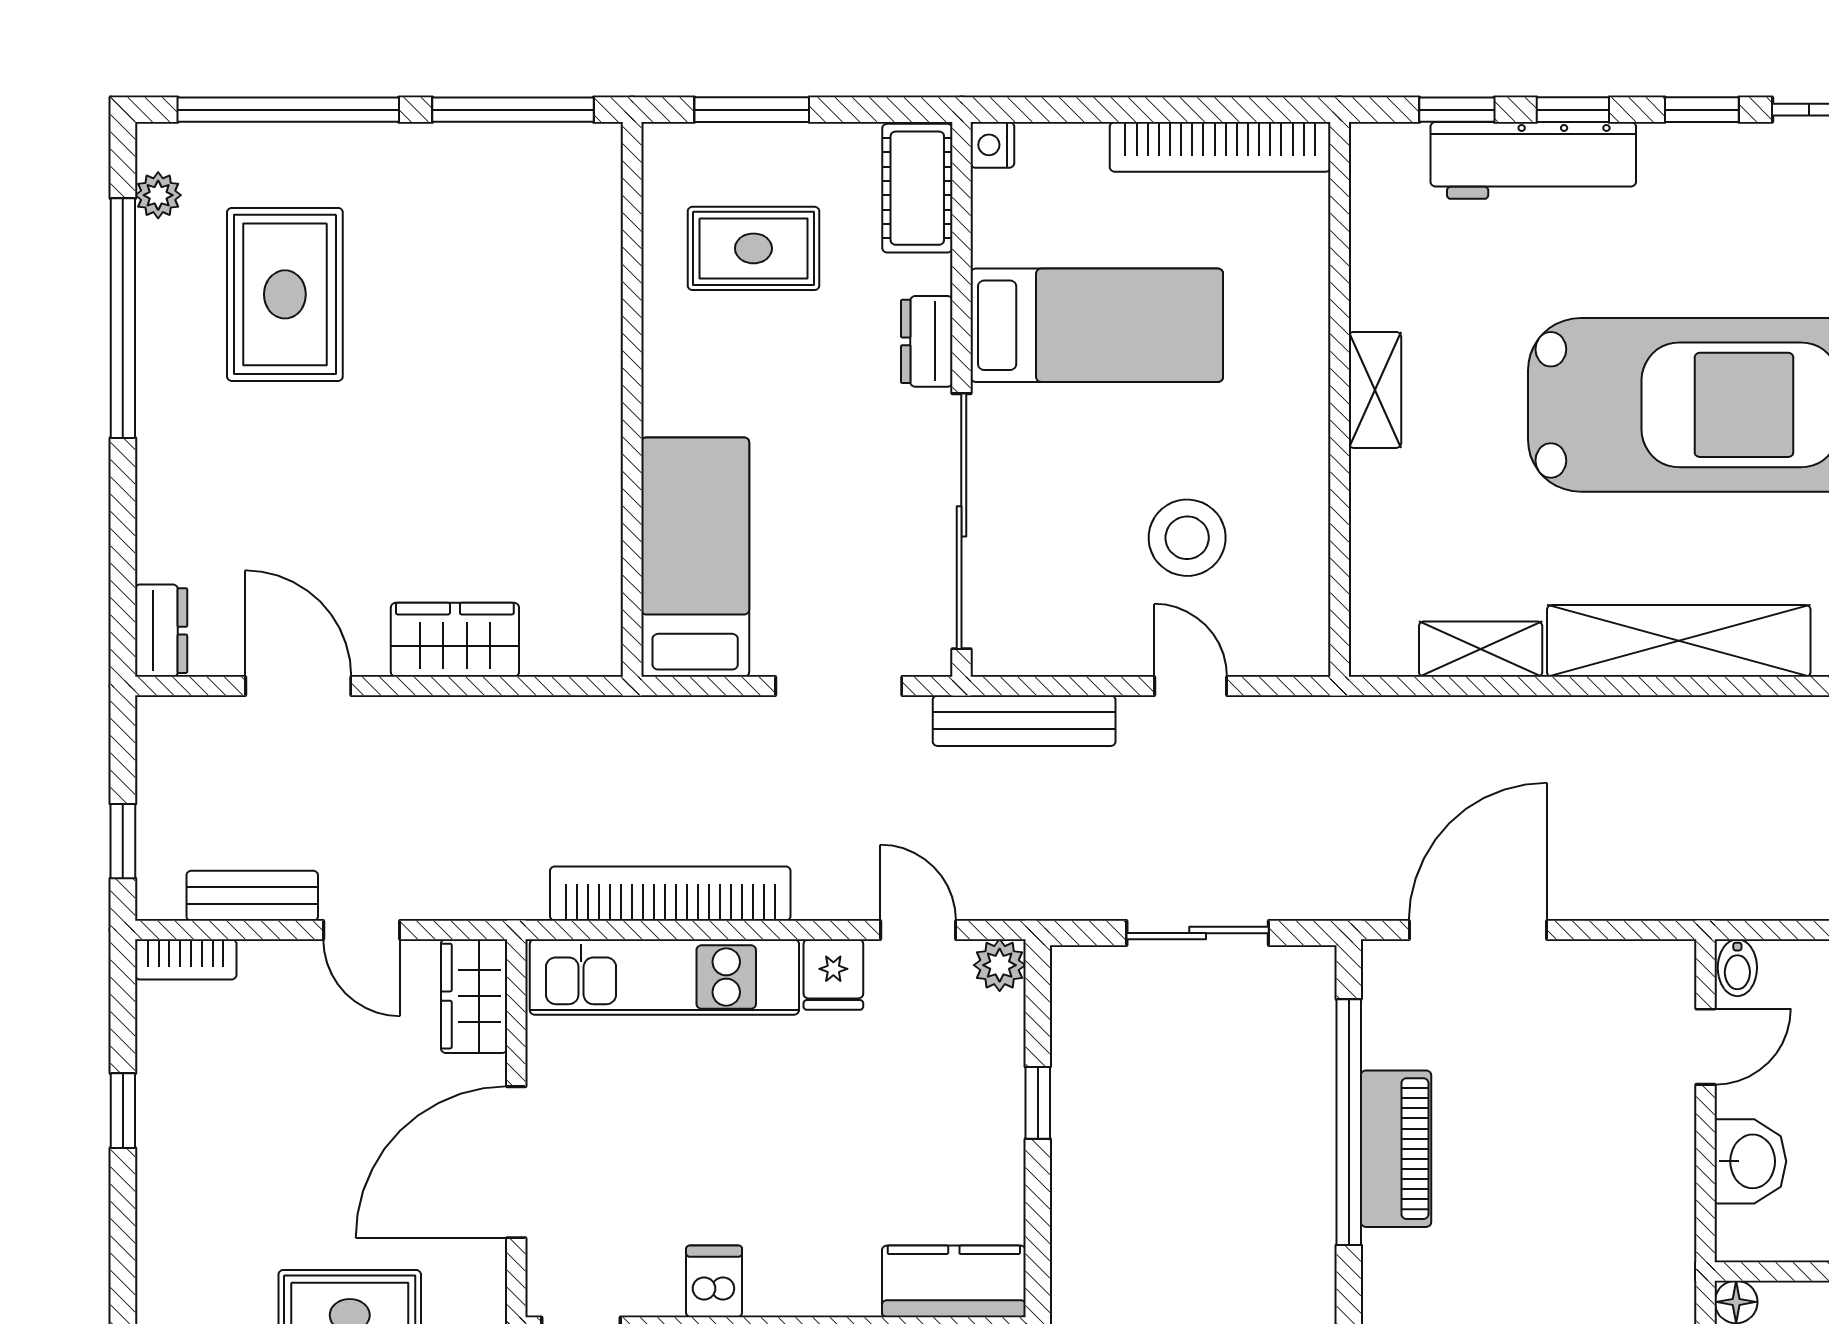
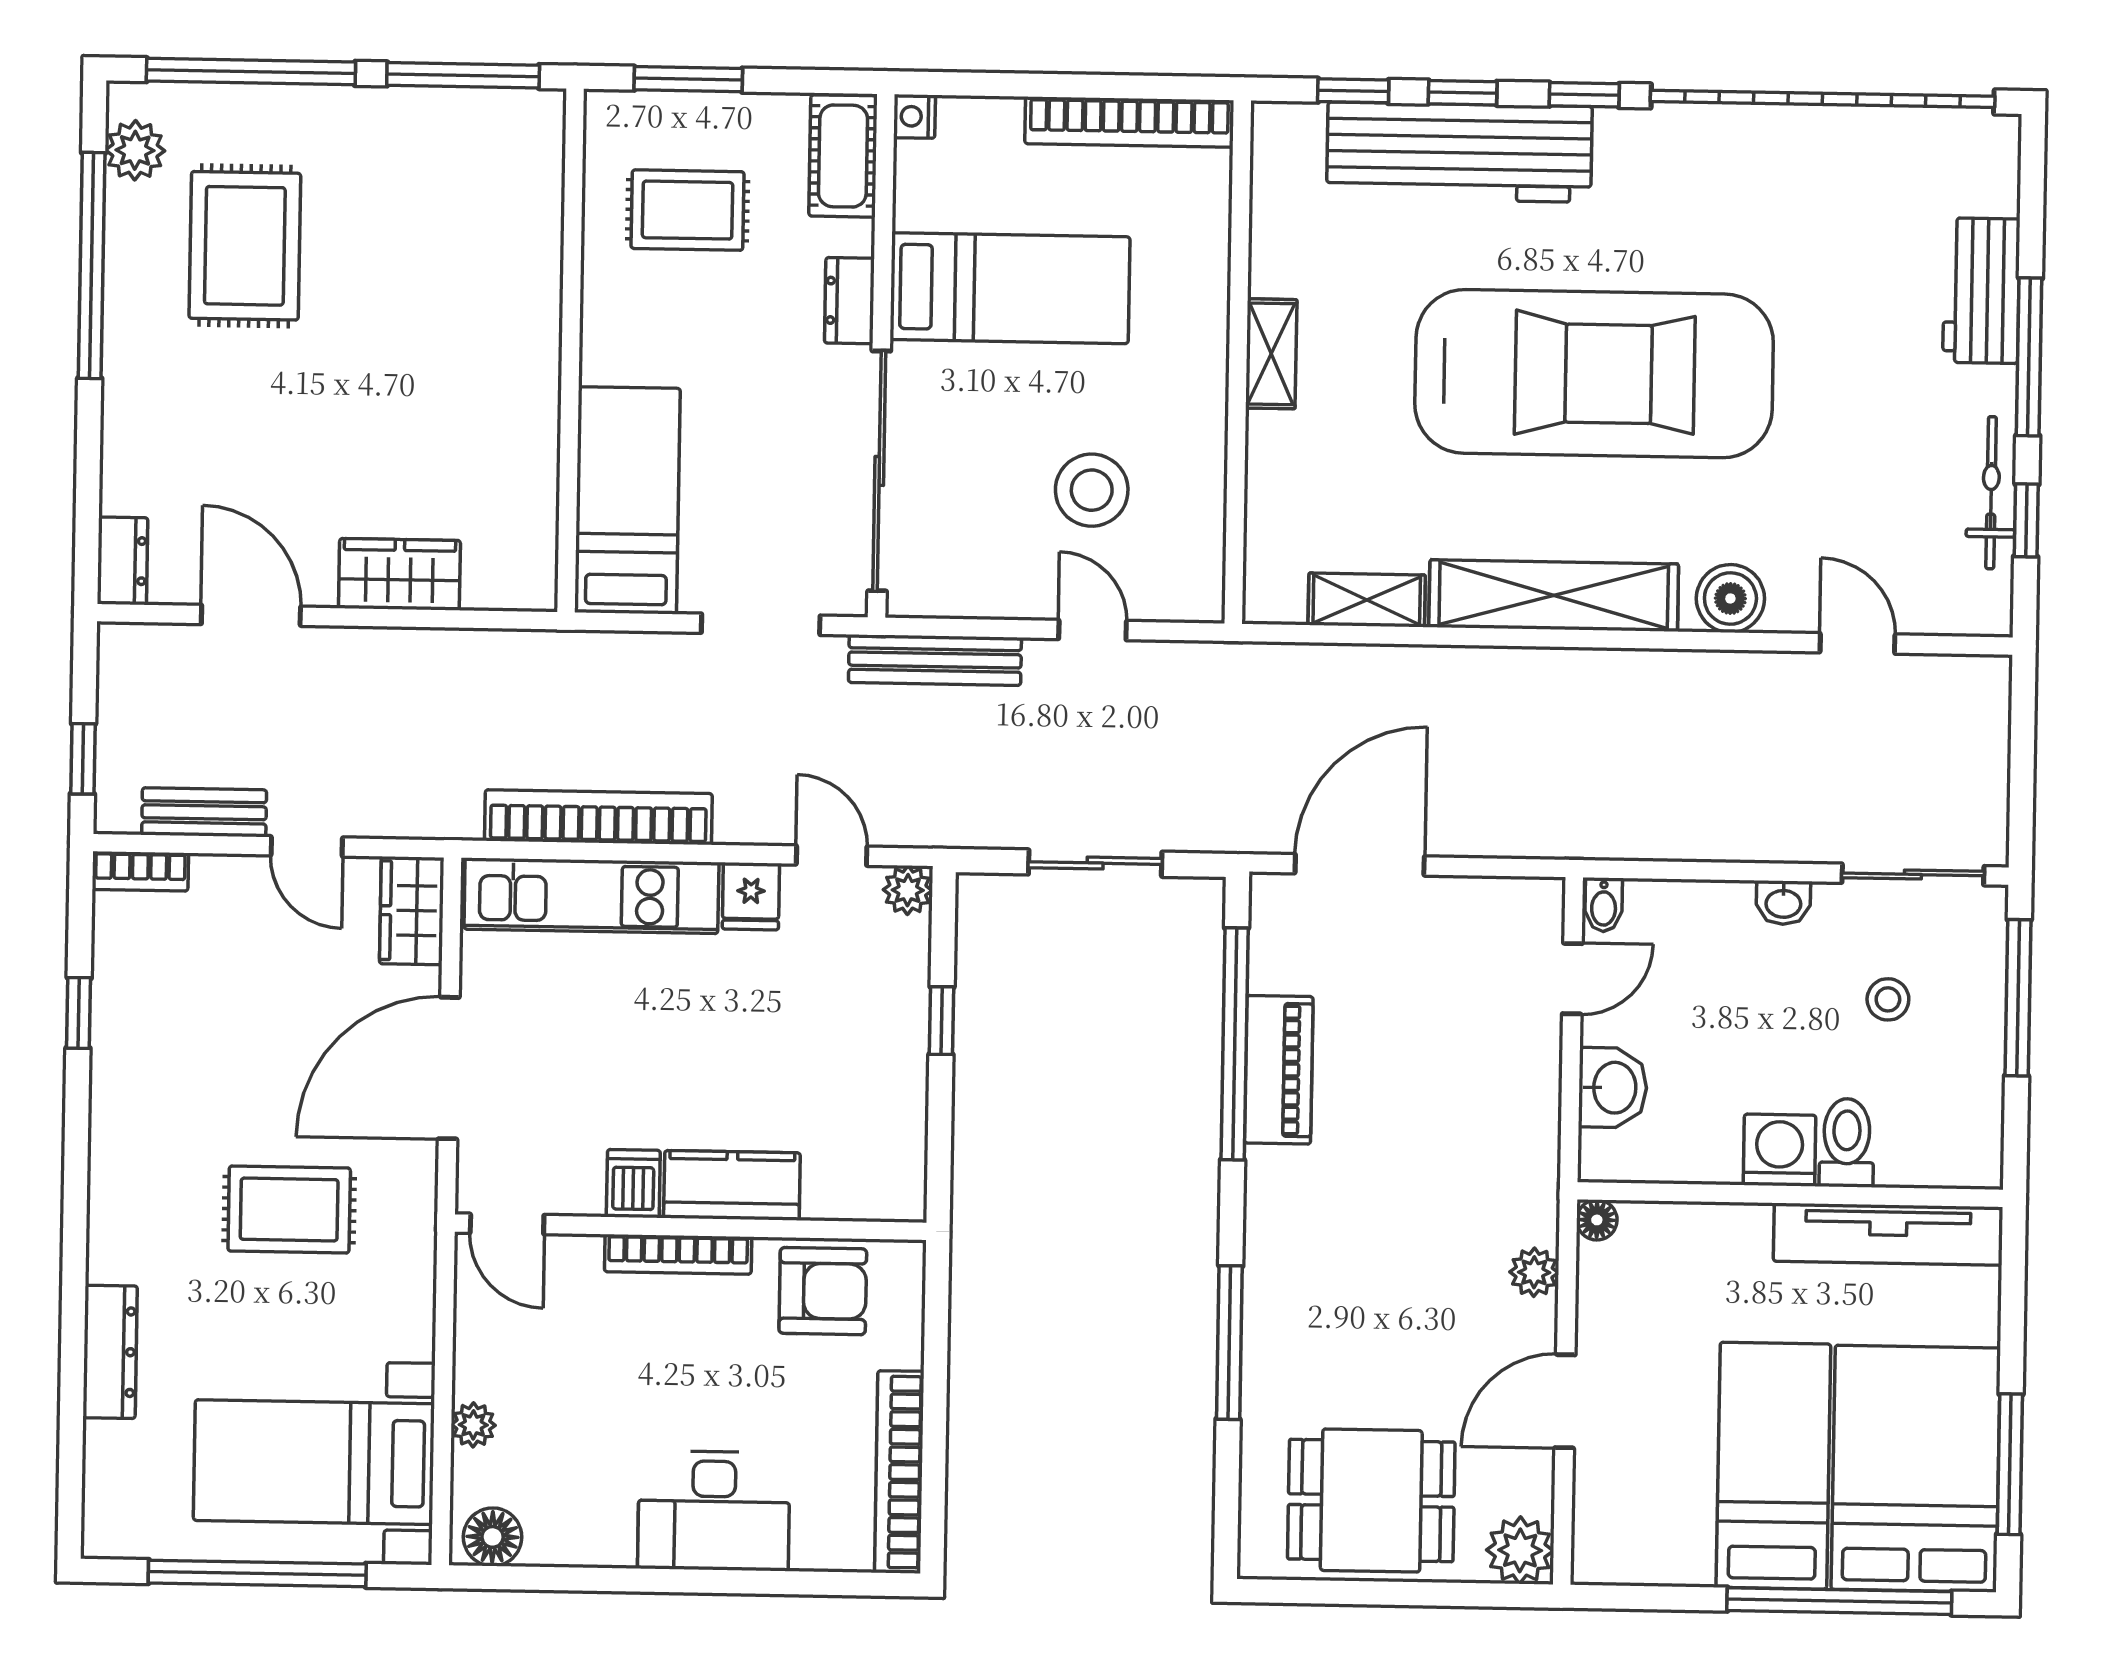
workbench: (1533, 160) -> (1459, 152), width x1.36, depth x1.32
plant: (158, 195) -> (135, 150), width x1.38, depth x1.38
kitchen counter: (954, 1281) -> (732, 1185), moved

